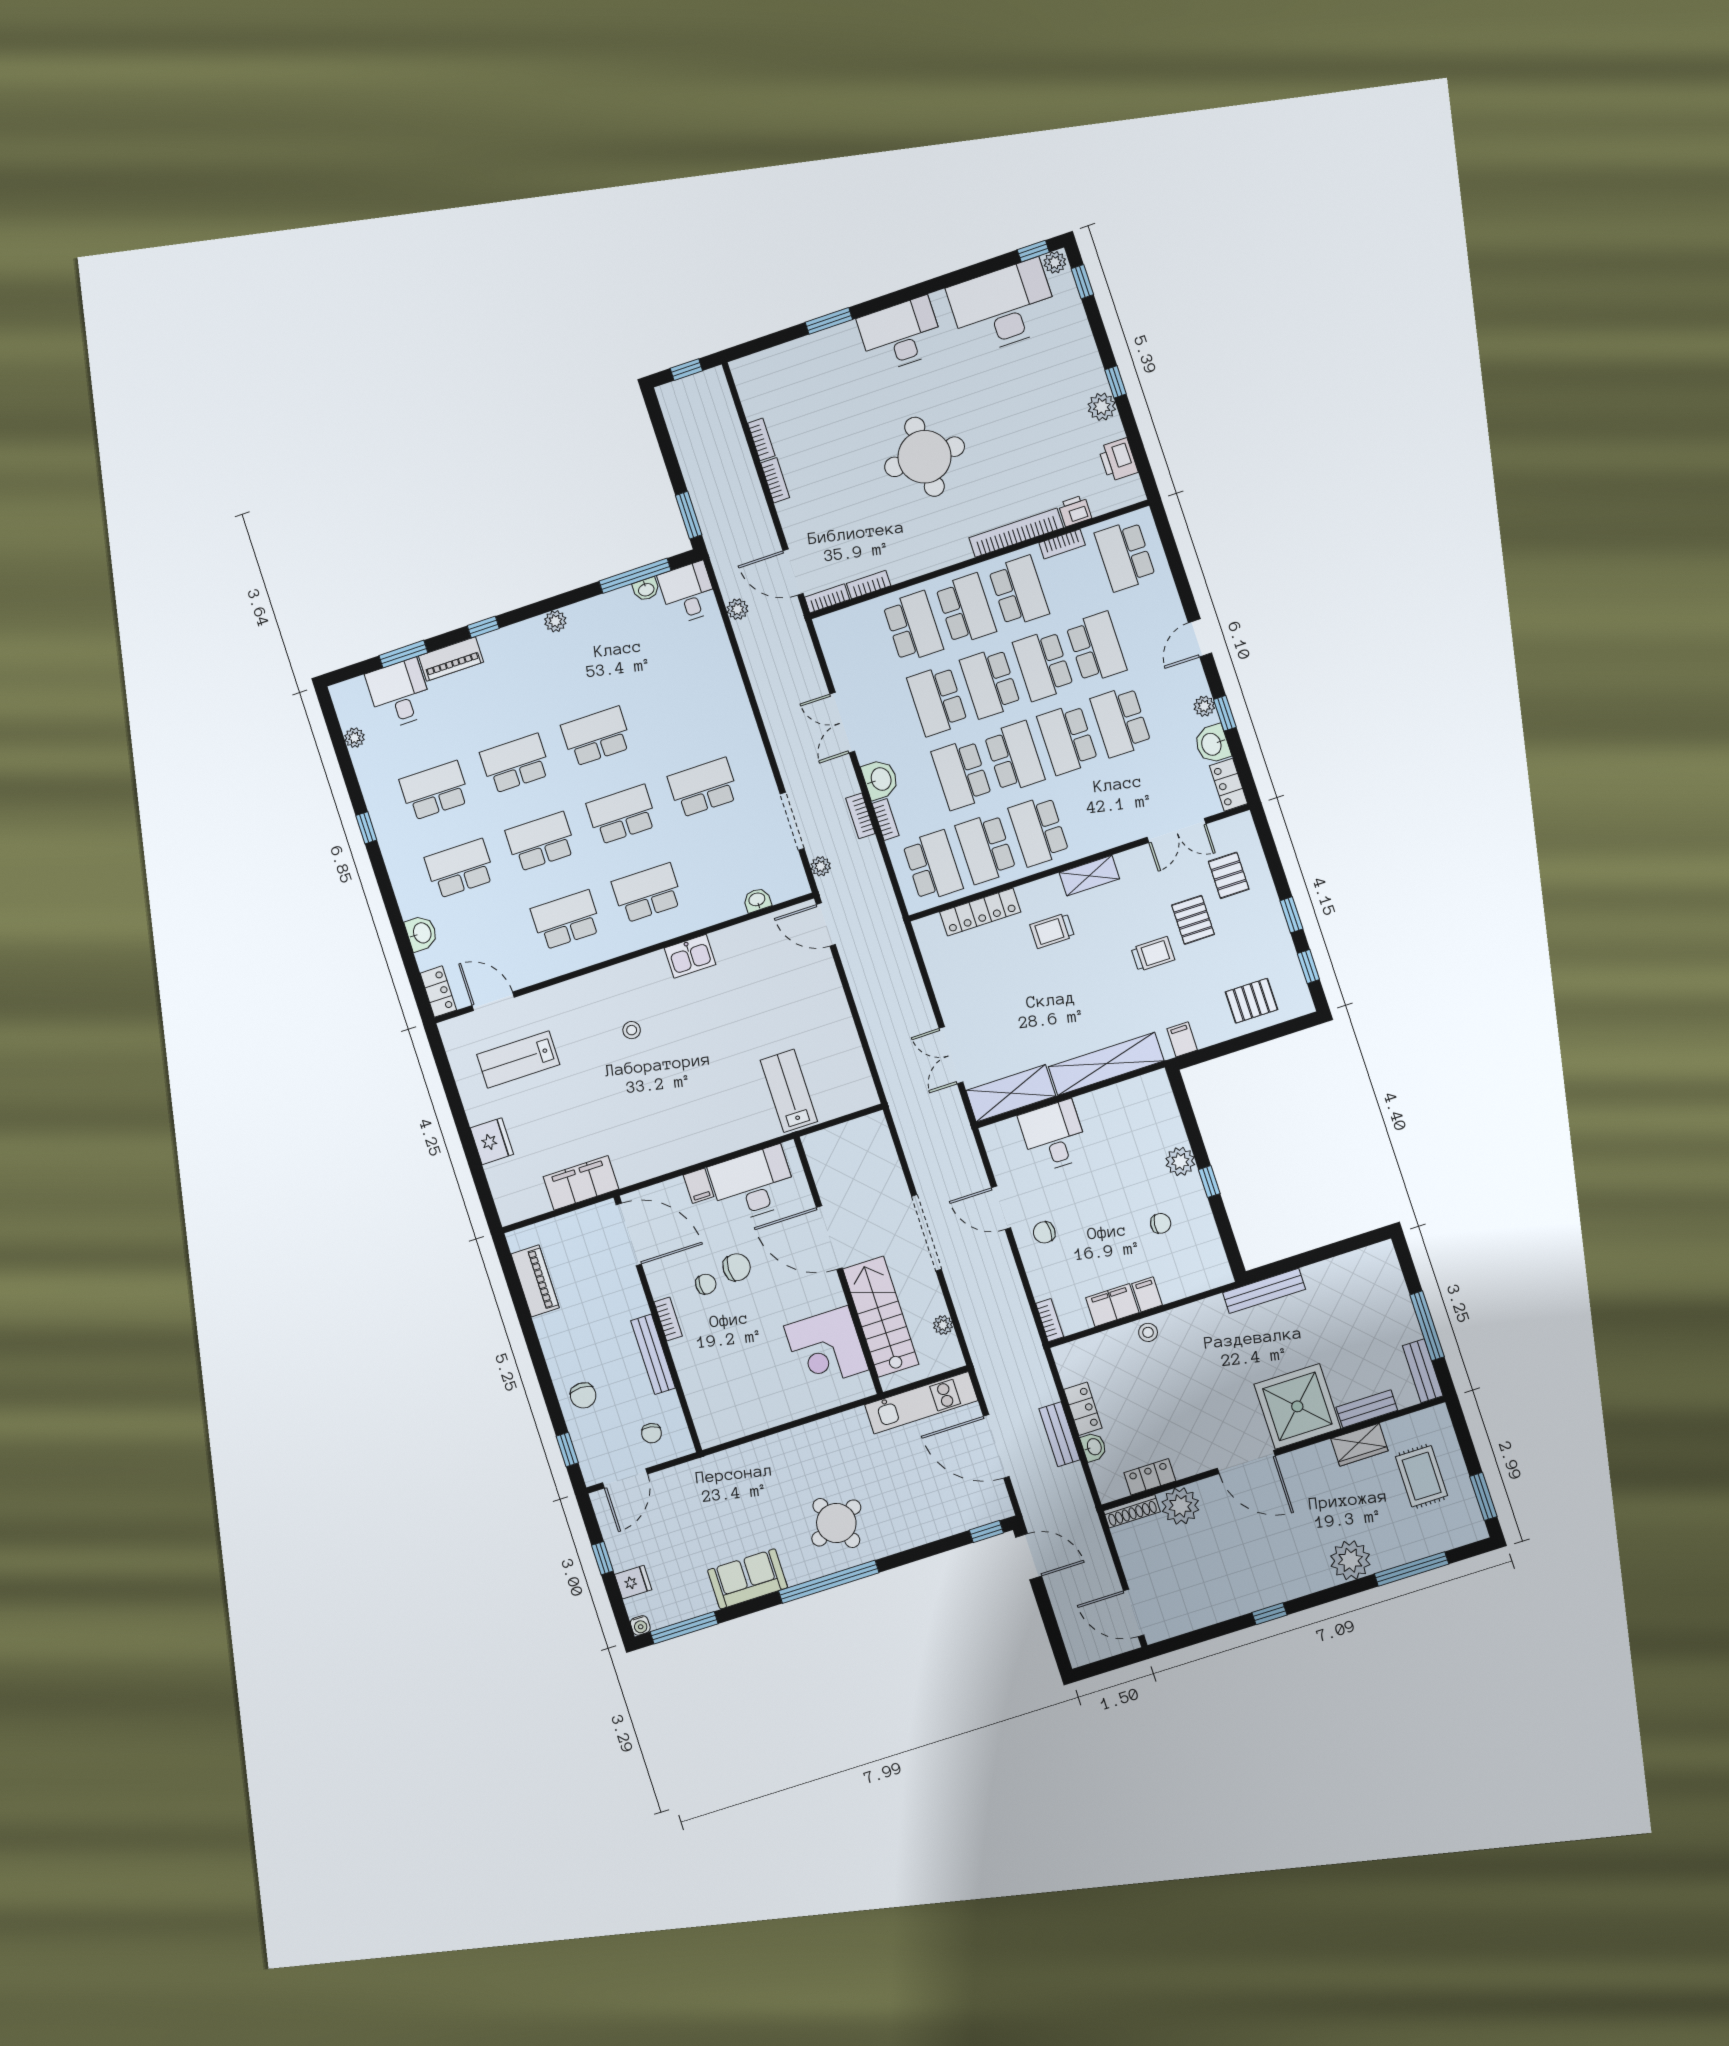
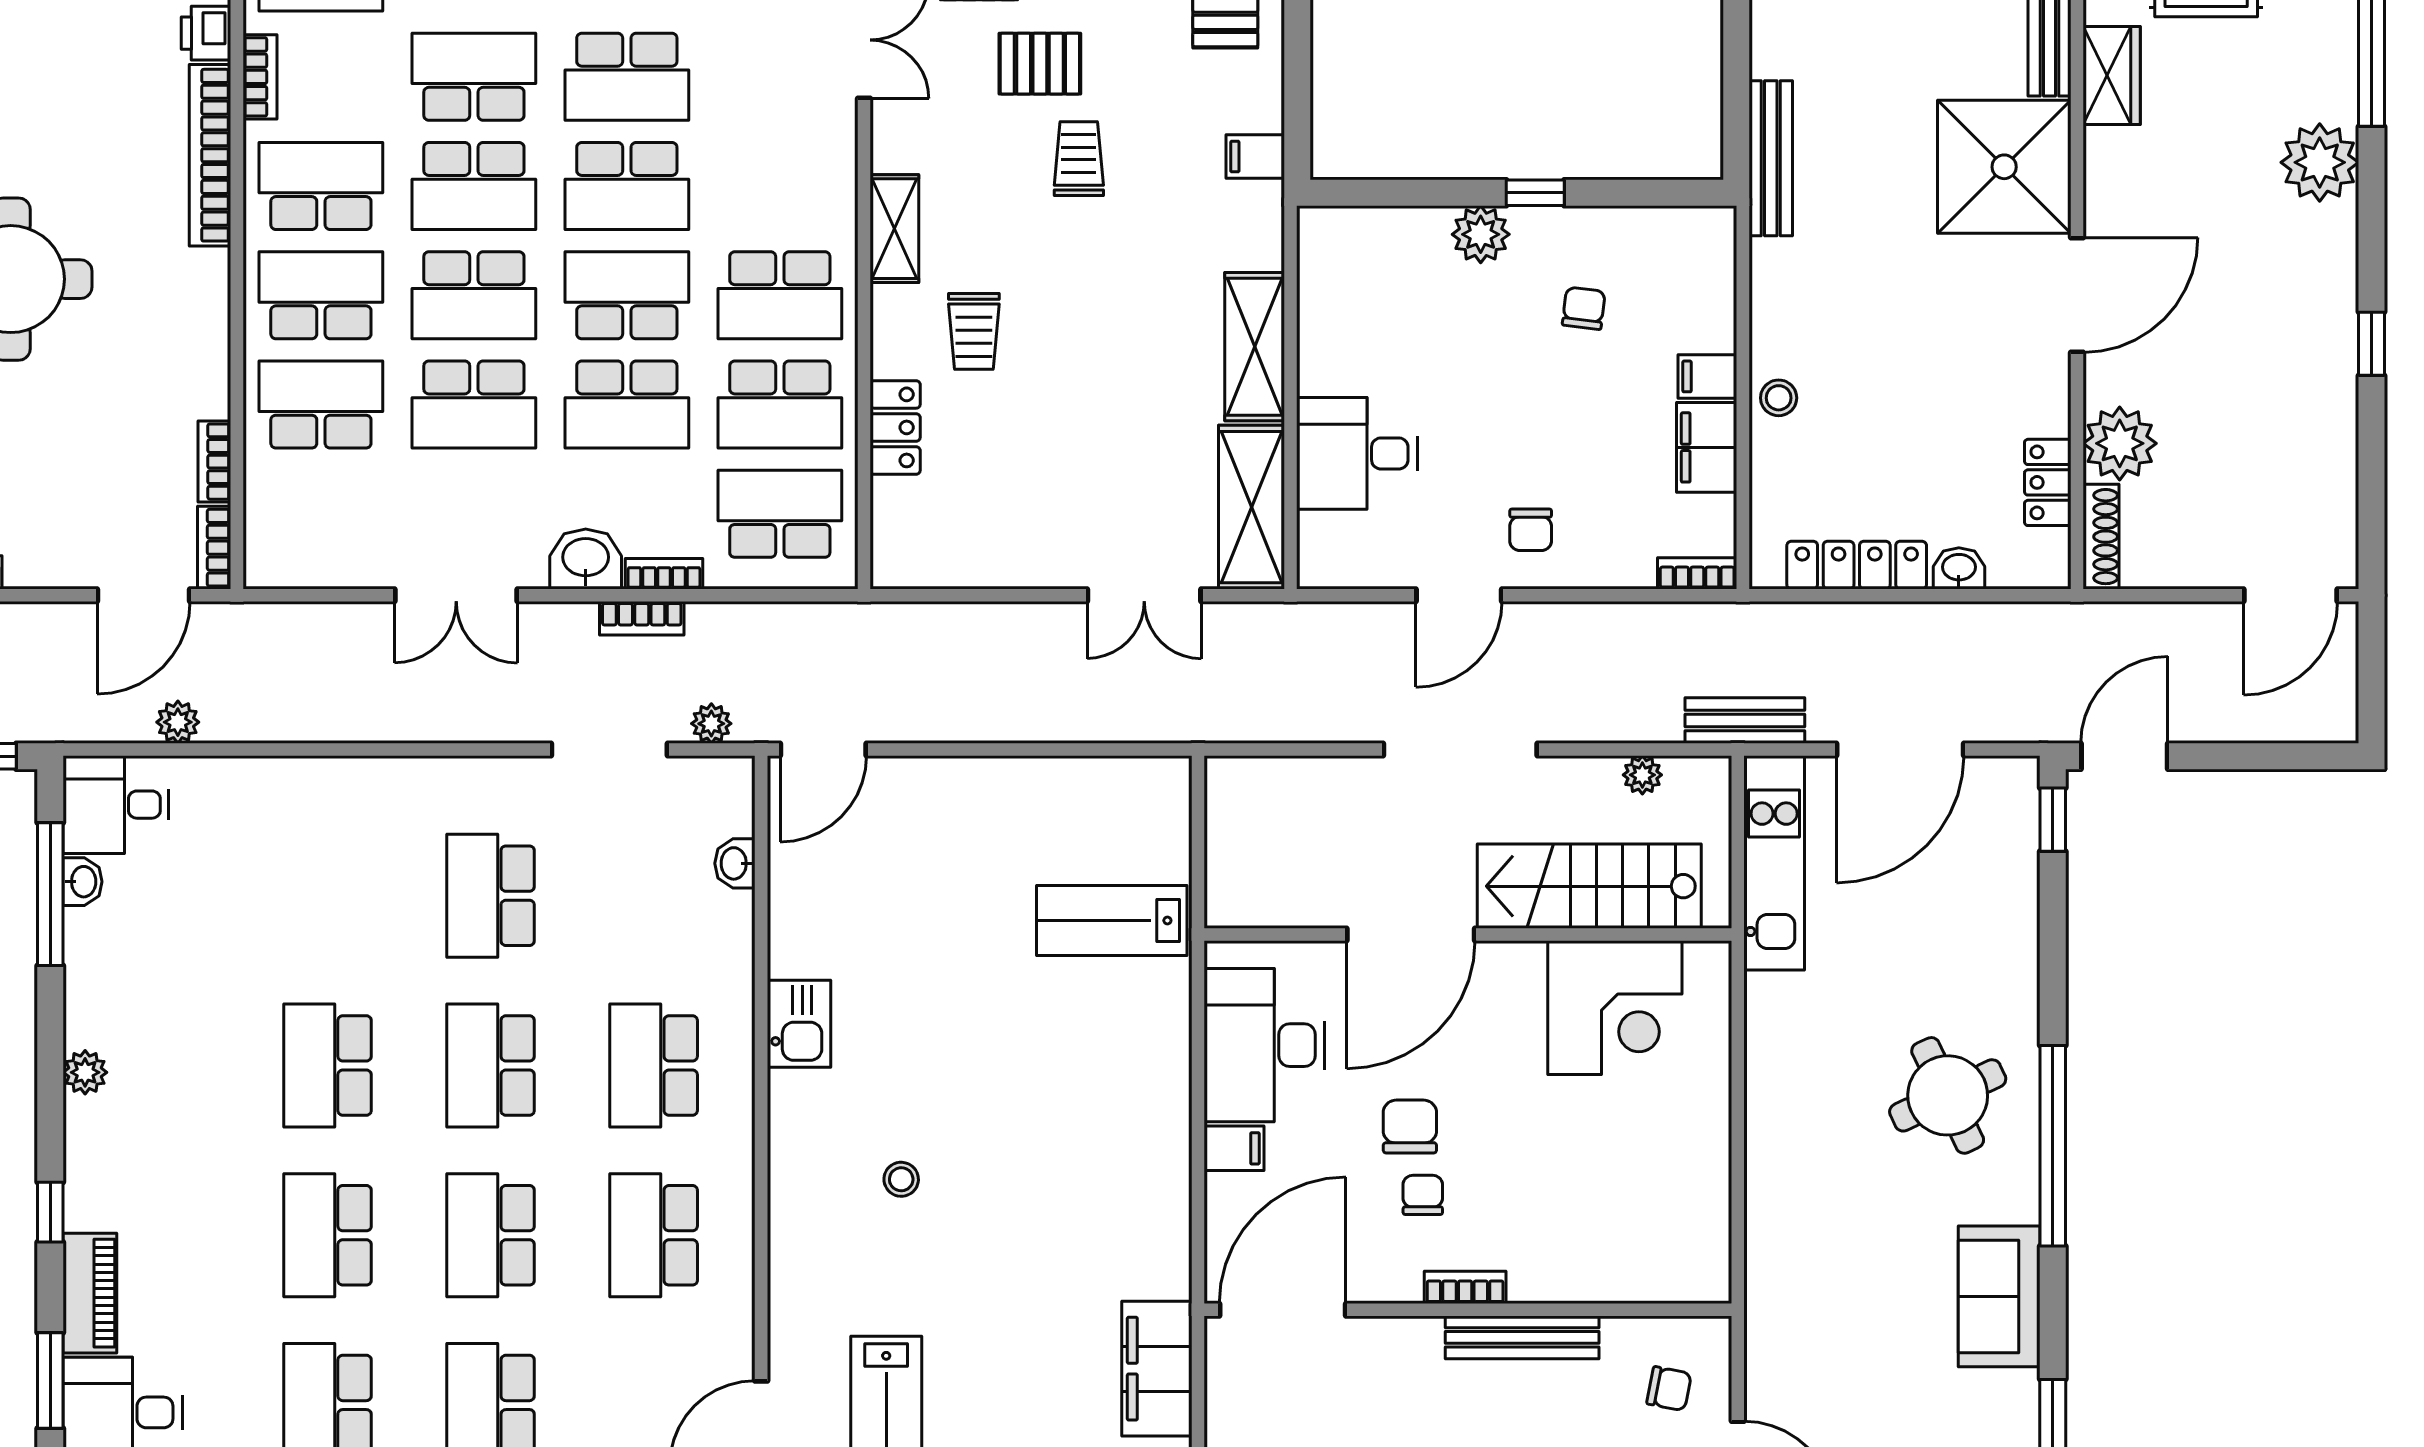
locker: (980, 912) -> (895, 427), width x0.66
shelving: (1106, 1064) -> (1255, 347), width x0.68
locker: (1083, 1409) -> (1857, 565), width x1.53
bench: (1059, 1434) -> (1745, 721), moved

